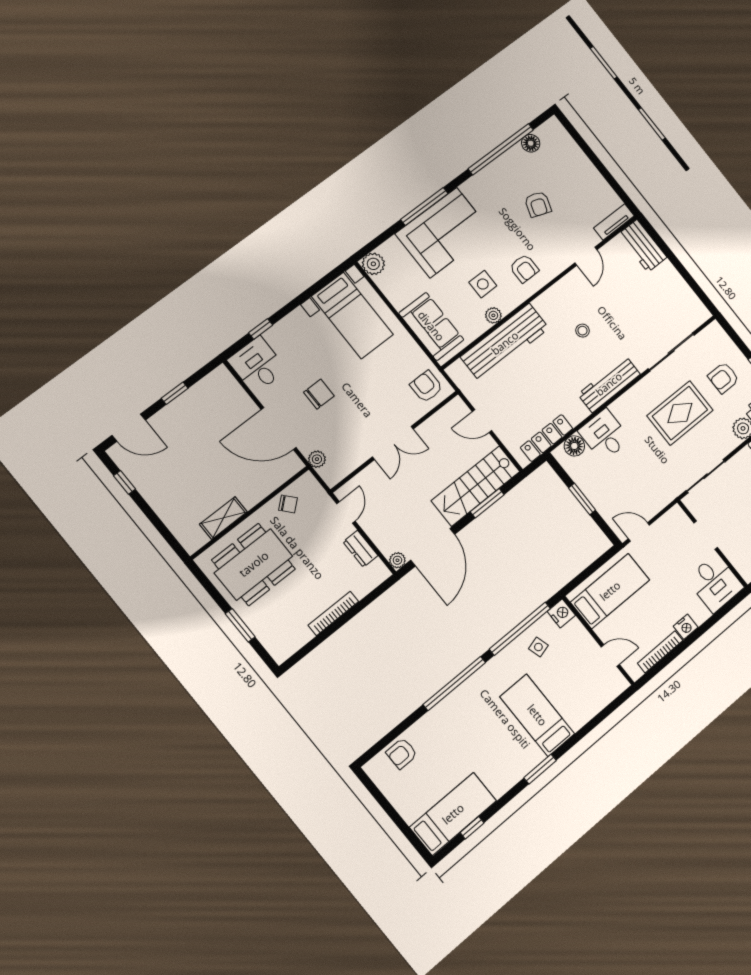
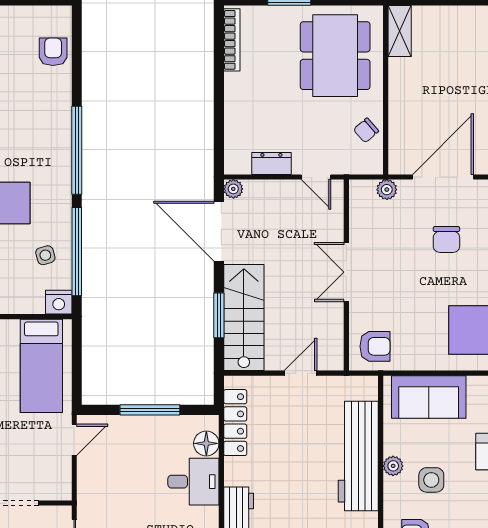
window: (582, 499) -> (150, 410), width x1.44
shelving: (223, 518) -> (400, 31), moved
bookcase: (333, 613) -> (232, 40), moved

